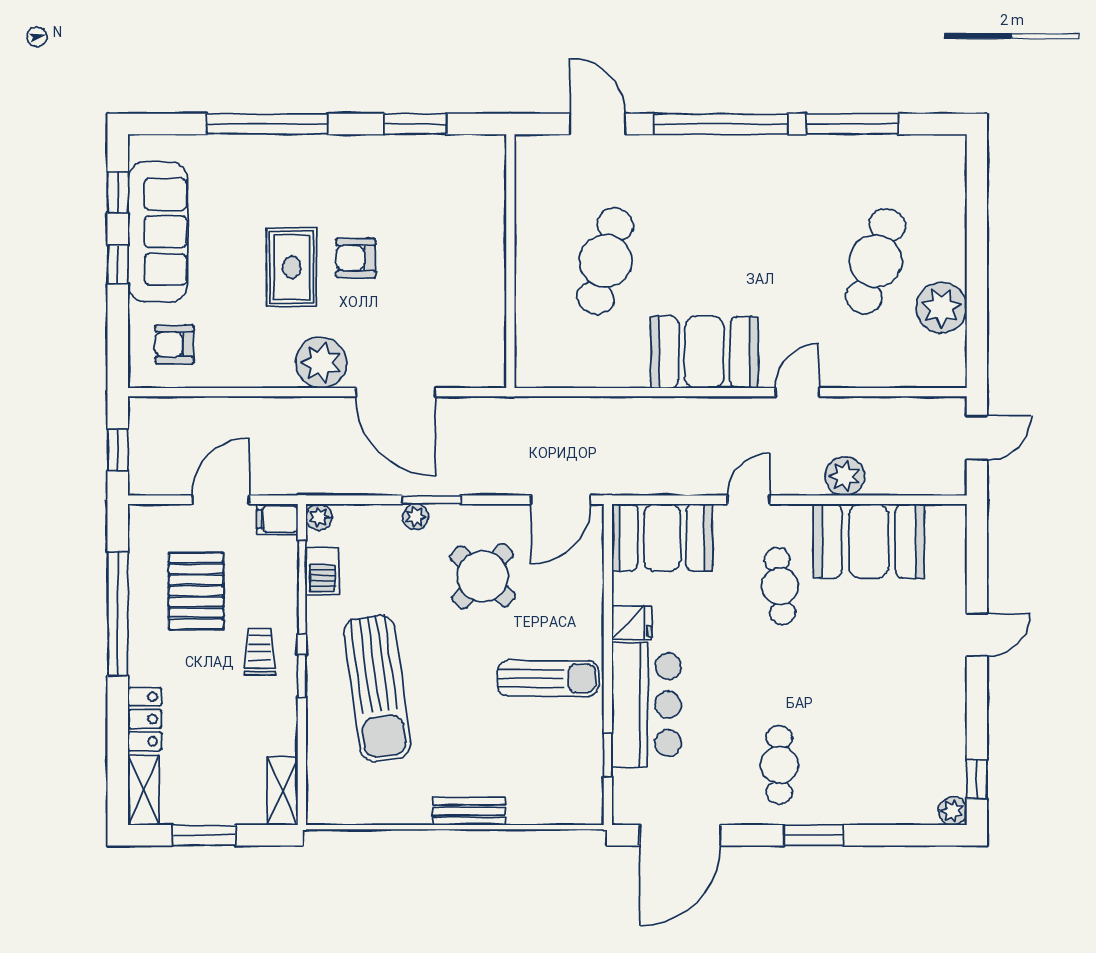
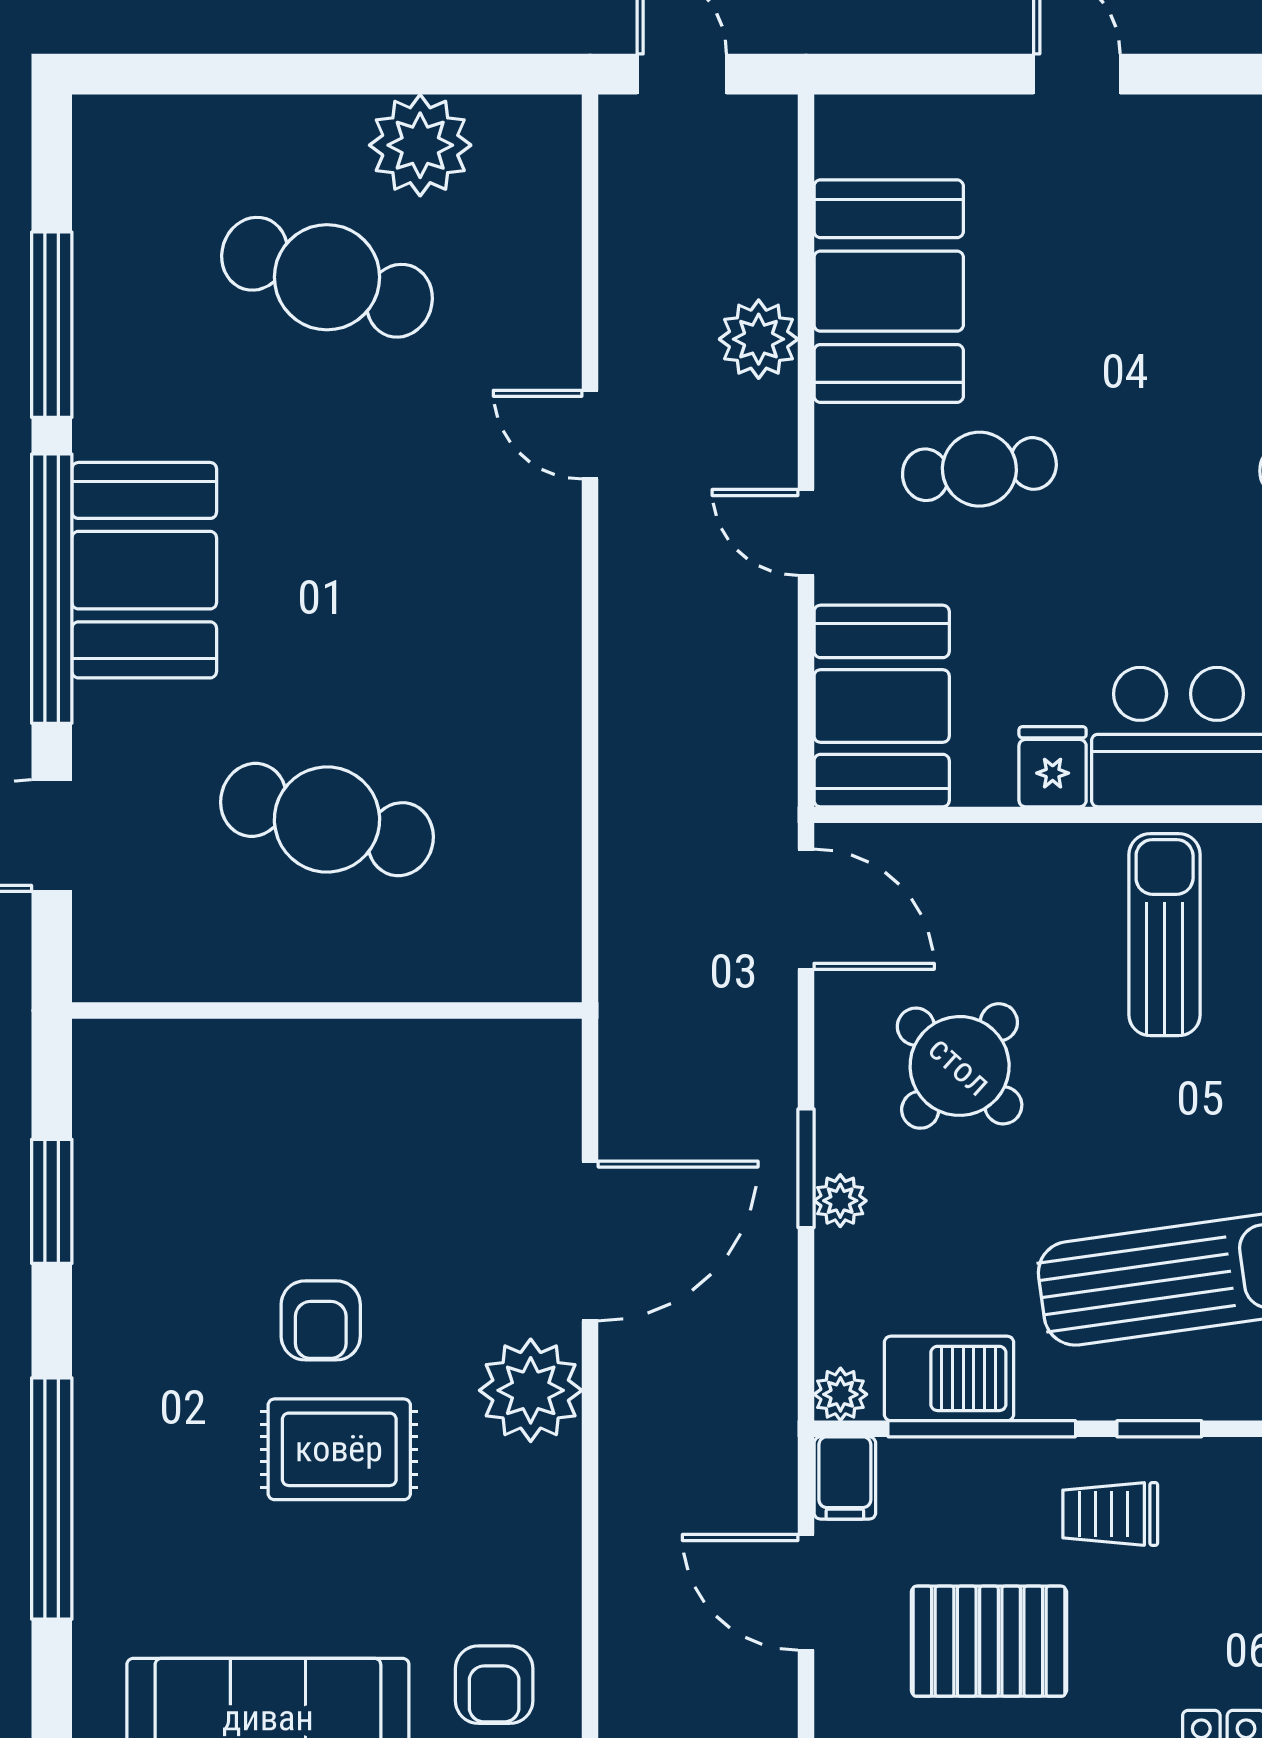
booth: (704, 352) -> (144, 570), moved
barbecue: (323, 571) -> (949, 1378), width x1.38, depth x1.27

